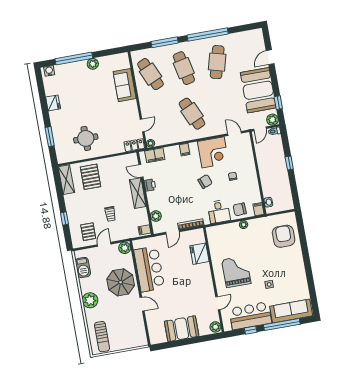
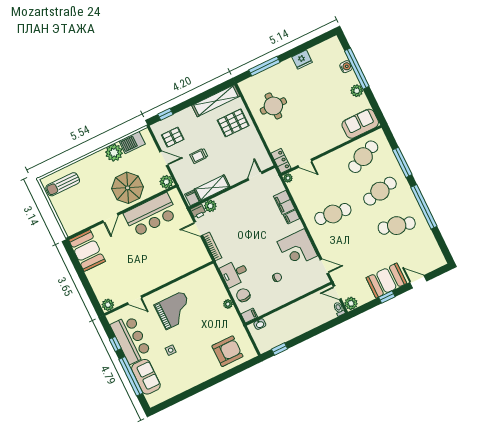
water cooler: (49, 71) -> (346, 67), moved
sofa: (125, 85) -> (360, 124), moved
booth: (258, 90) -> (386, 281), width x0.73, depth x0.70
window: (278, 103) -> (387, 297), moved
cafe table: (192, 114) -> (333, 214), turned 30
door: (235, 133) -> (324, 266), hinge flipped
window: (50, 137) -> (264, 66), width x1.44
filing cabinet: (155, 155) -> (284, 202), moved
window: (289, 163) -> (279, 349), moved
shelving: (66, 180) -> (216, 101), width x1.47
chair: (205, 182) -> (263, 249), removed
printer: (150, 185) -> (198, 211), moved
shelving: (138, 193) -> (212, 188), moved
window: (64, 219) -> (165, 114), moved
fridge: (199, 254) -> (183, 265), removed
plant: (90, 300) -> (114, 153), moved
sofa: (291, 311) -> (146, 377), width x0.73
booth: (182, 329) -> (87, 251), moved

